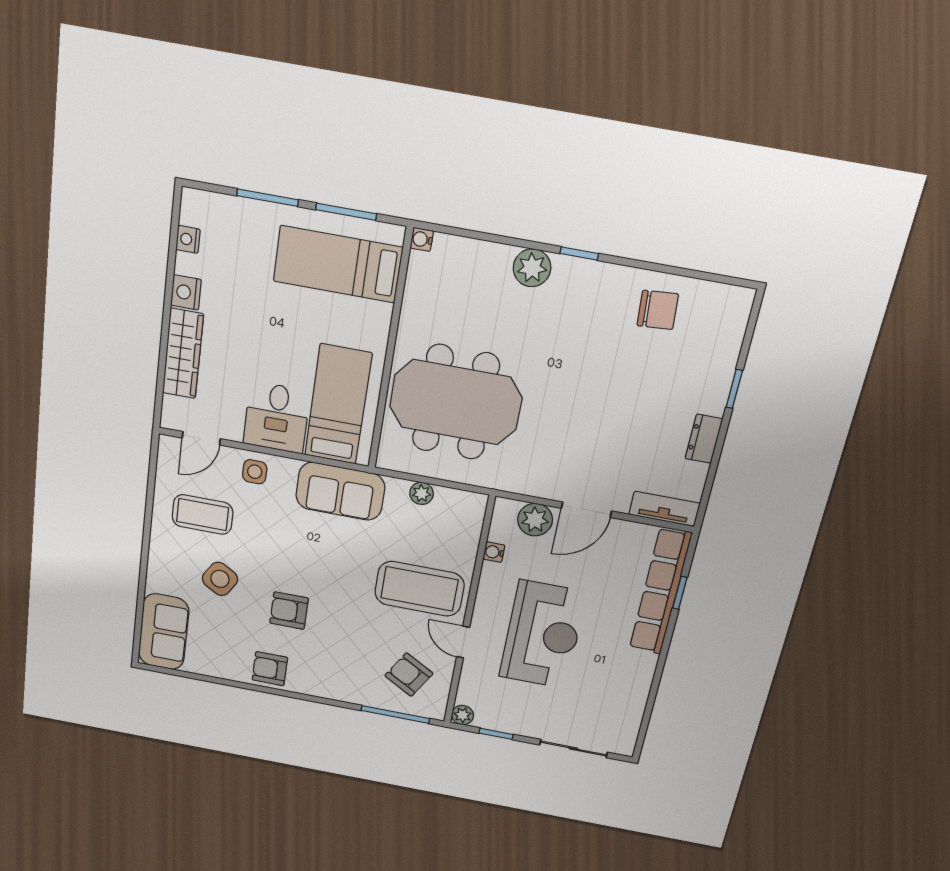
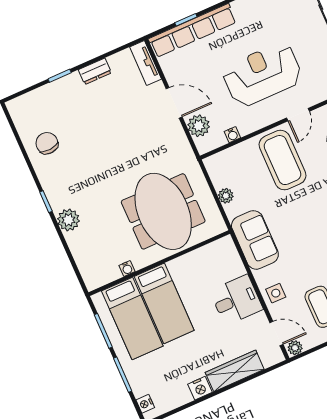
nightstand: (188, 239) -> (145, 404), moved, turned 90
water cooler: (422, 239) -> (127, 268), moved
bed: (338, 405) -> (164, 303), moved, turned -90
plant: (168, 449) -> (295, 348), added

